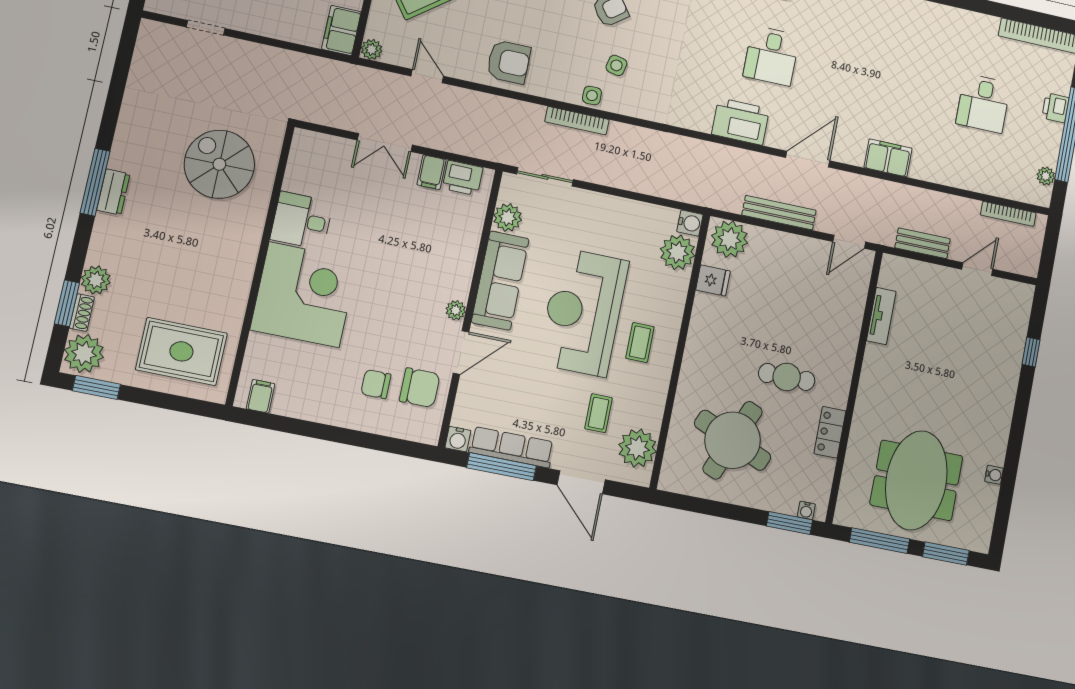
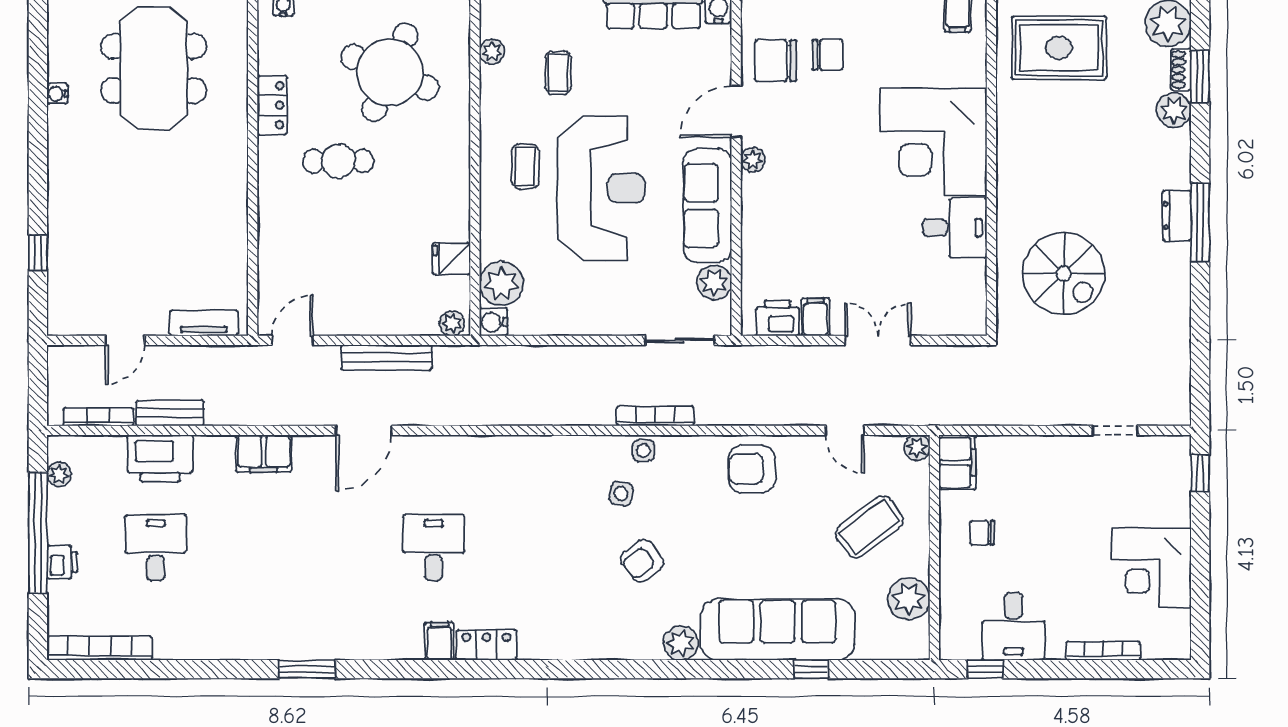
printer: (741, 121) -> (160, 459), moved
plant: (730, 239) -> (452, 323), width x0.53, depth x0.53
bench: (923, 243) -> (170, 413), moved
tv unit: (881, 316) -> (204, 323), moved, turned 90
plant: (637, 448) -> (492, 52), width x0.53, depth x0.53

